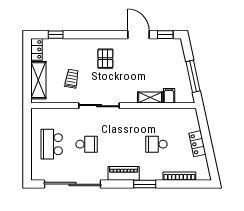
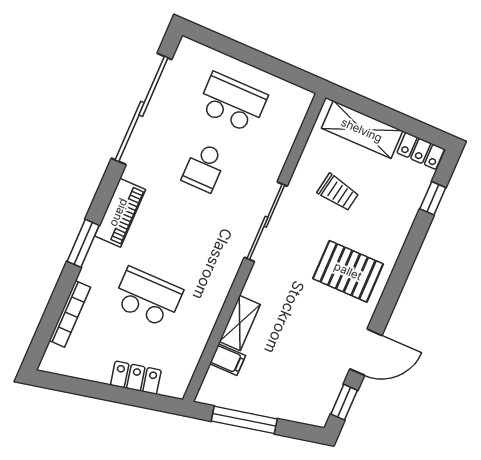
pallet: (105, 59) -> (348, 271), width x1.50, depth x1.42
school desk: (156, 144) -> (148, 297), width x1.85
locker: (197, 144) -> (136, 378), moved

